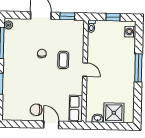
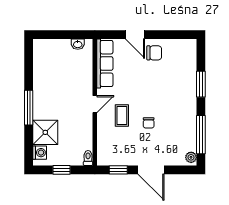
door: (85, 70) -> (95, 104), swing flipped
row of seats: (76, 108) -> (105, 63), width x1.48
shower: (114, 113) -> (45, 132), moved

